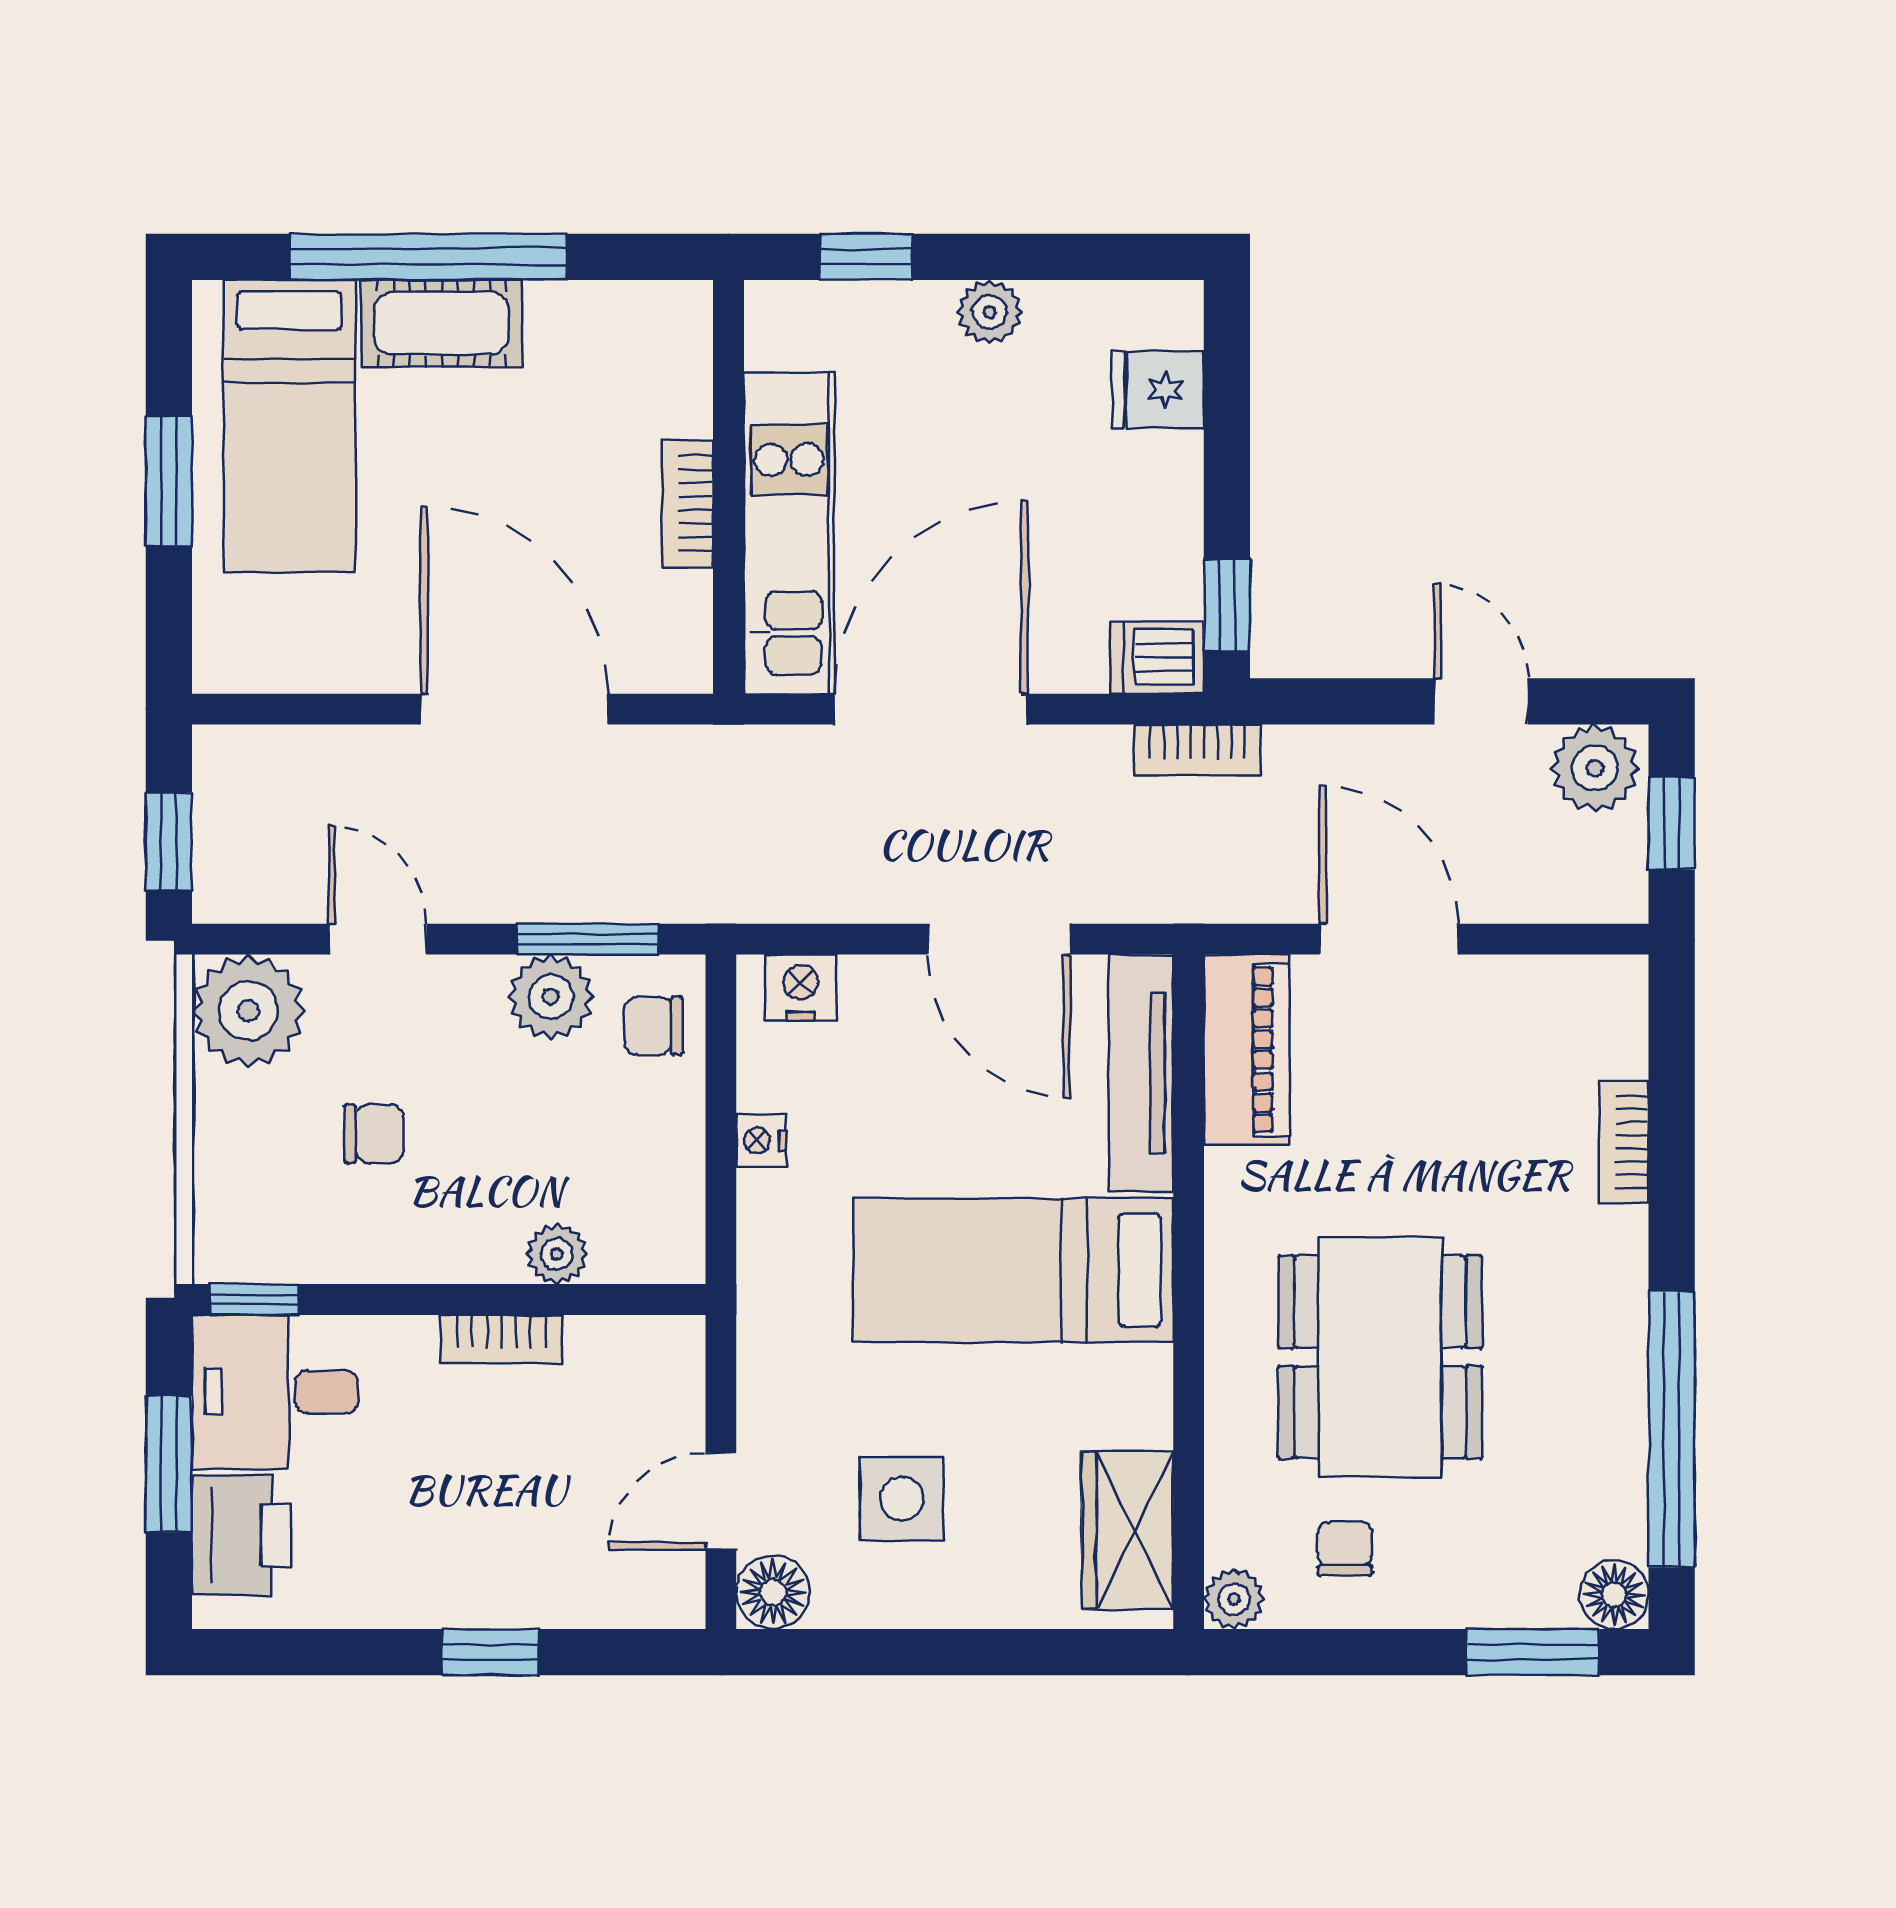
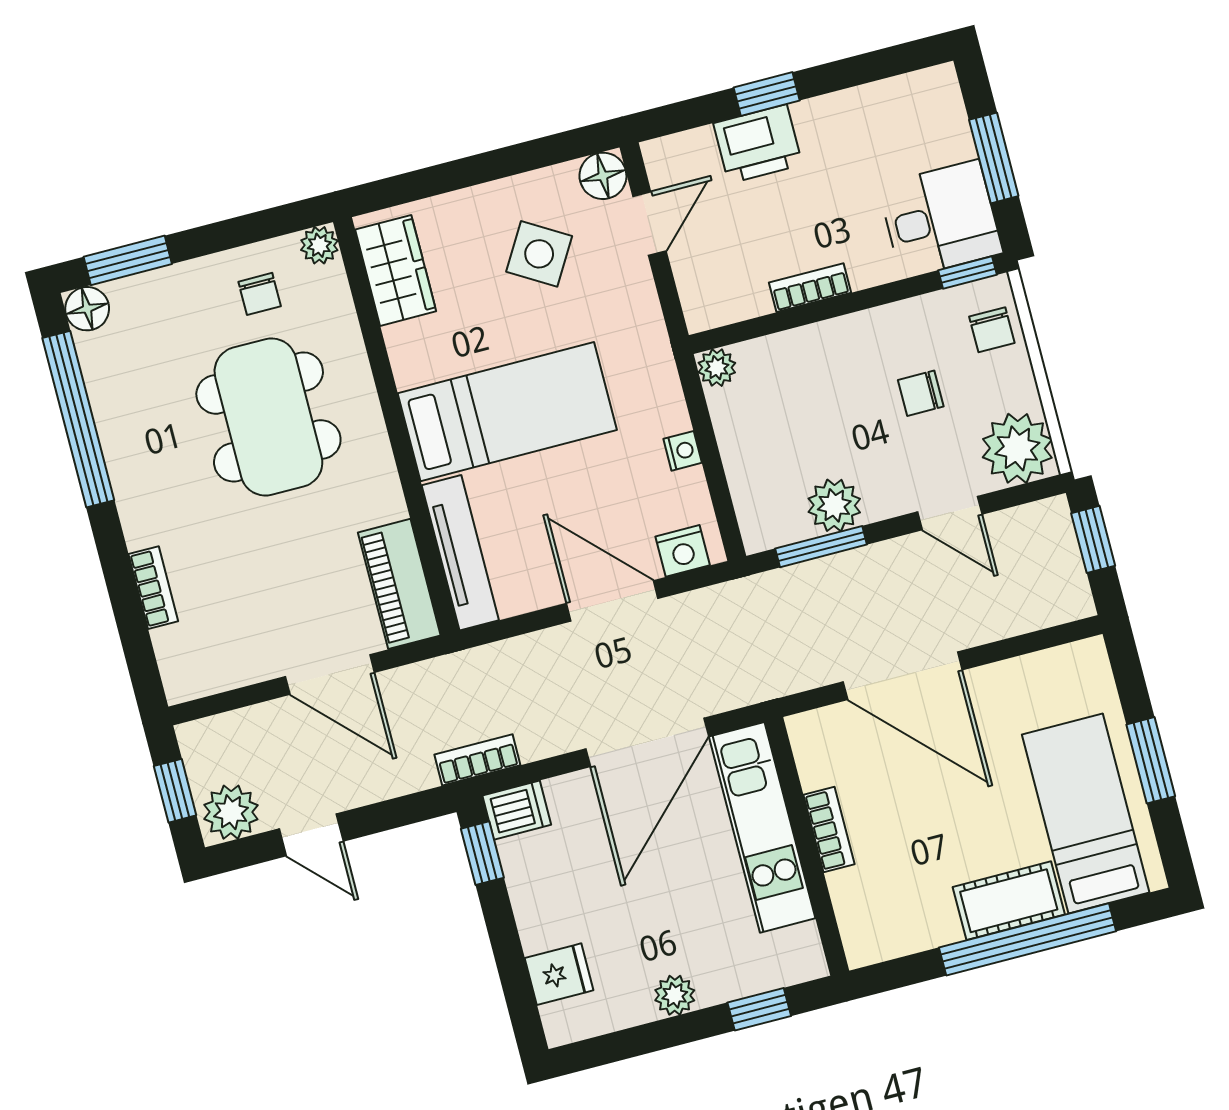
door: (999, 939) -> (612, 601), moved
chair: (653, 1026) -> (992, 330), moved, turned 90
plant: (557, 1254) -> (717, 368), moved
side table: (902, 1499) -> (539, 254), turned 31
printer: (241, 1535) -> (758, 144), moved, turned -90

